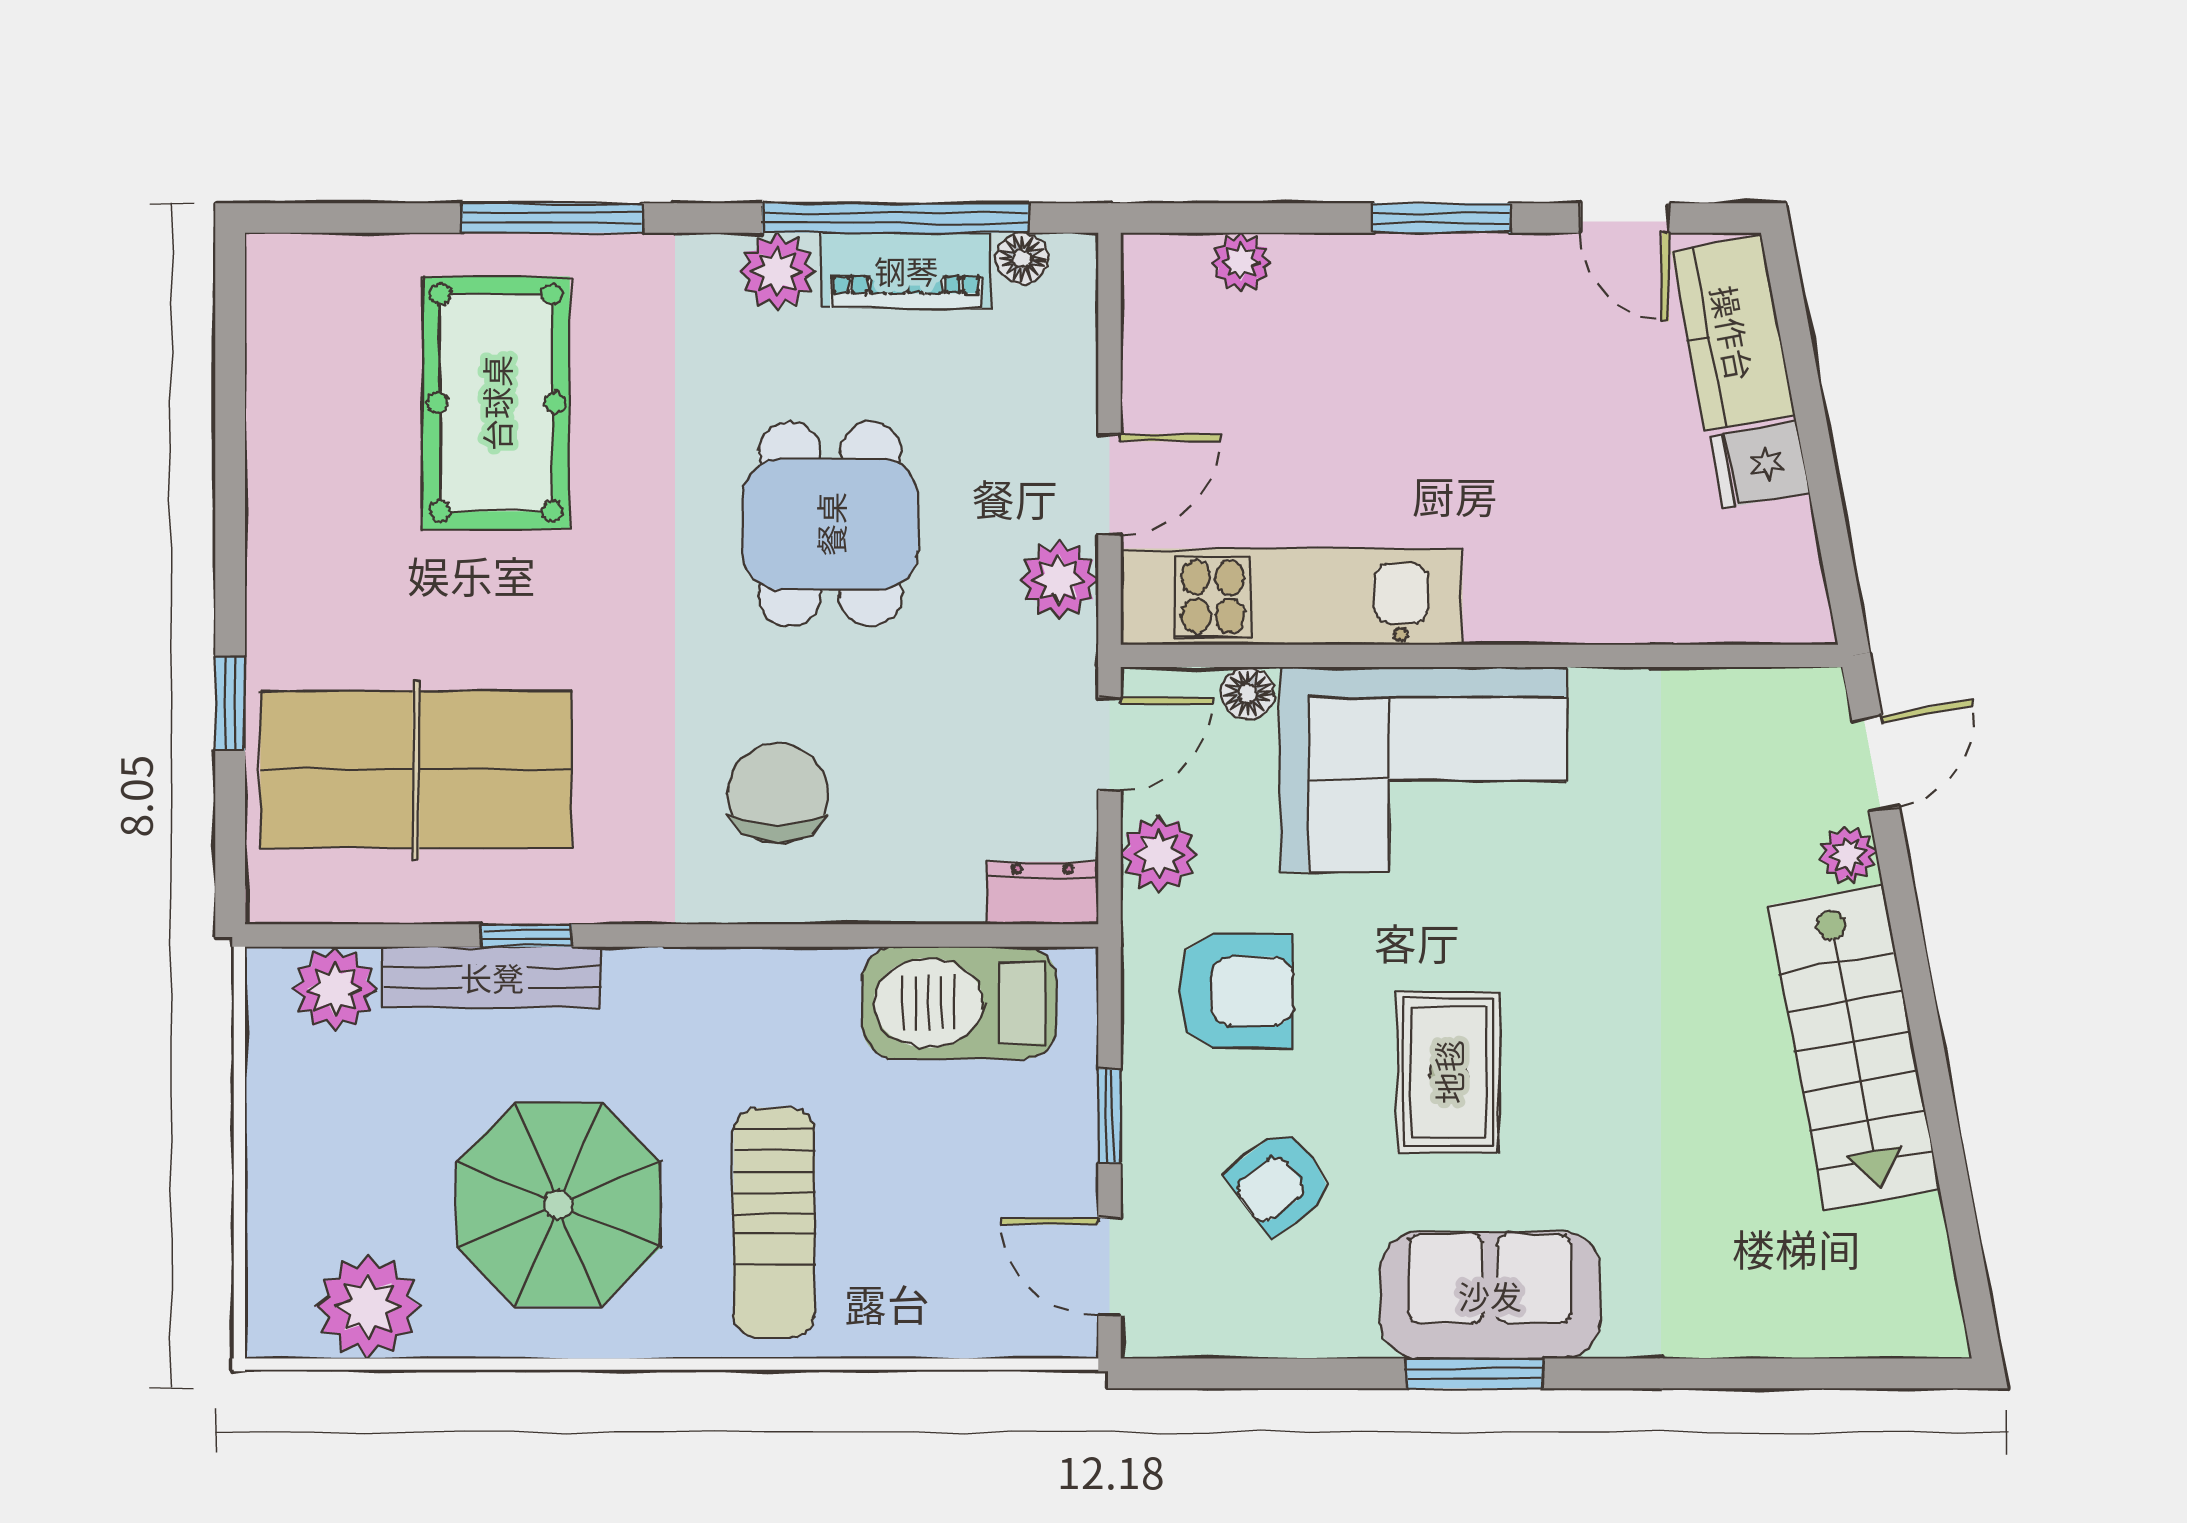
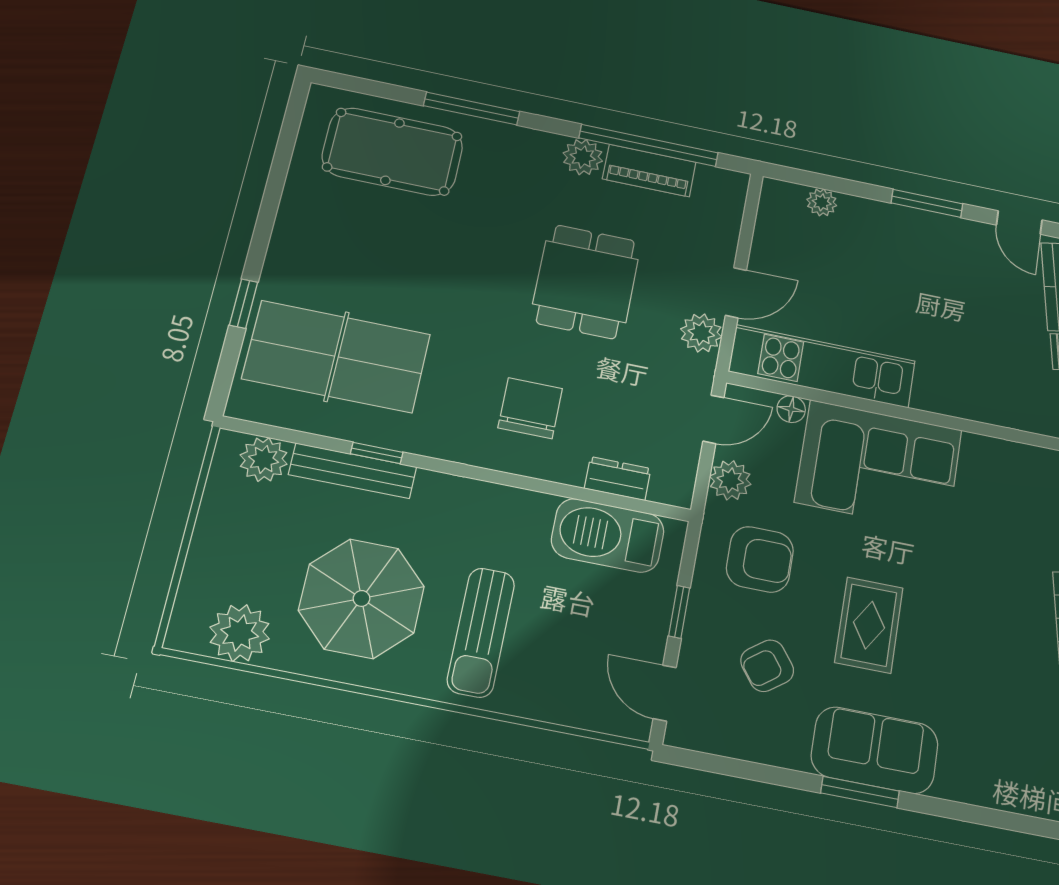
floor lamp: (1022, 259) -> (710, 177), removed
pool table: (496, 403) -> (392, 152), moved, turned 90
dresser: (1043, 893) -> (618, 478), moved

